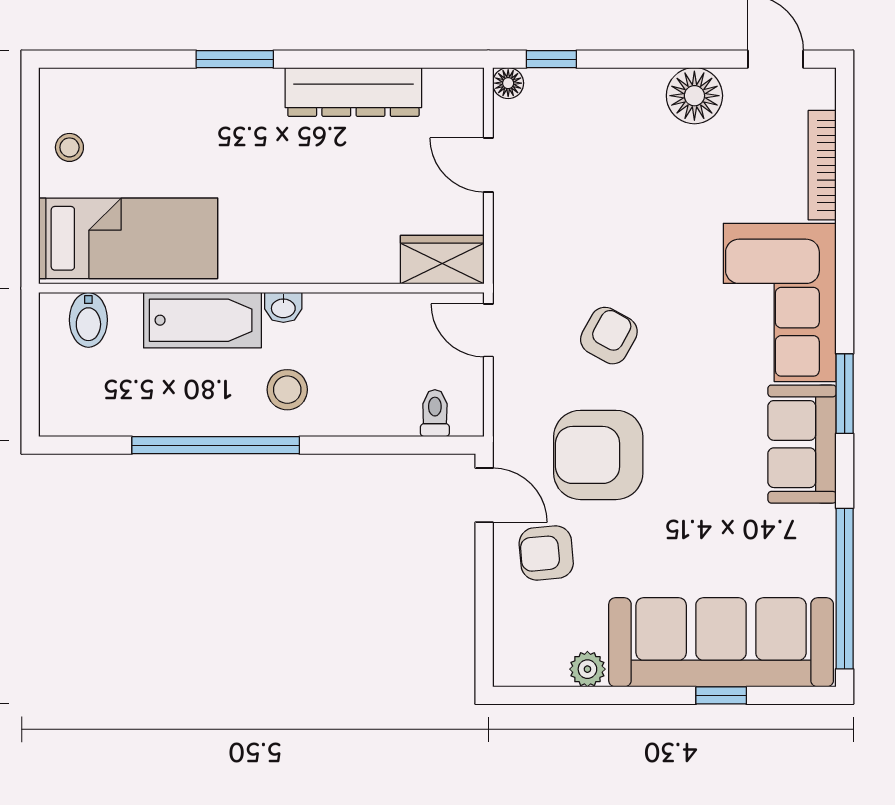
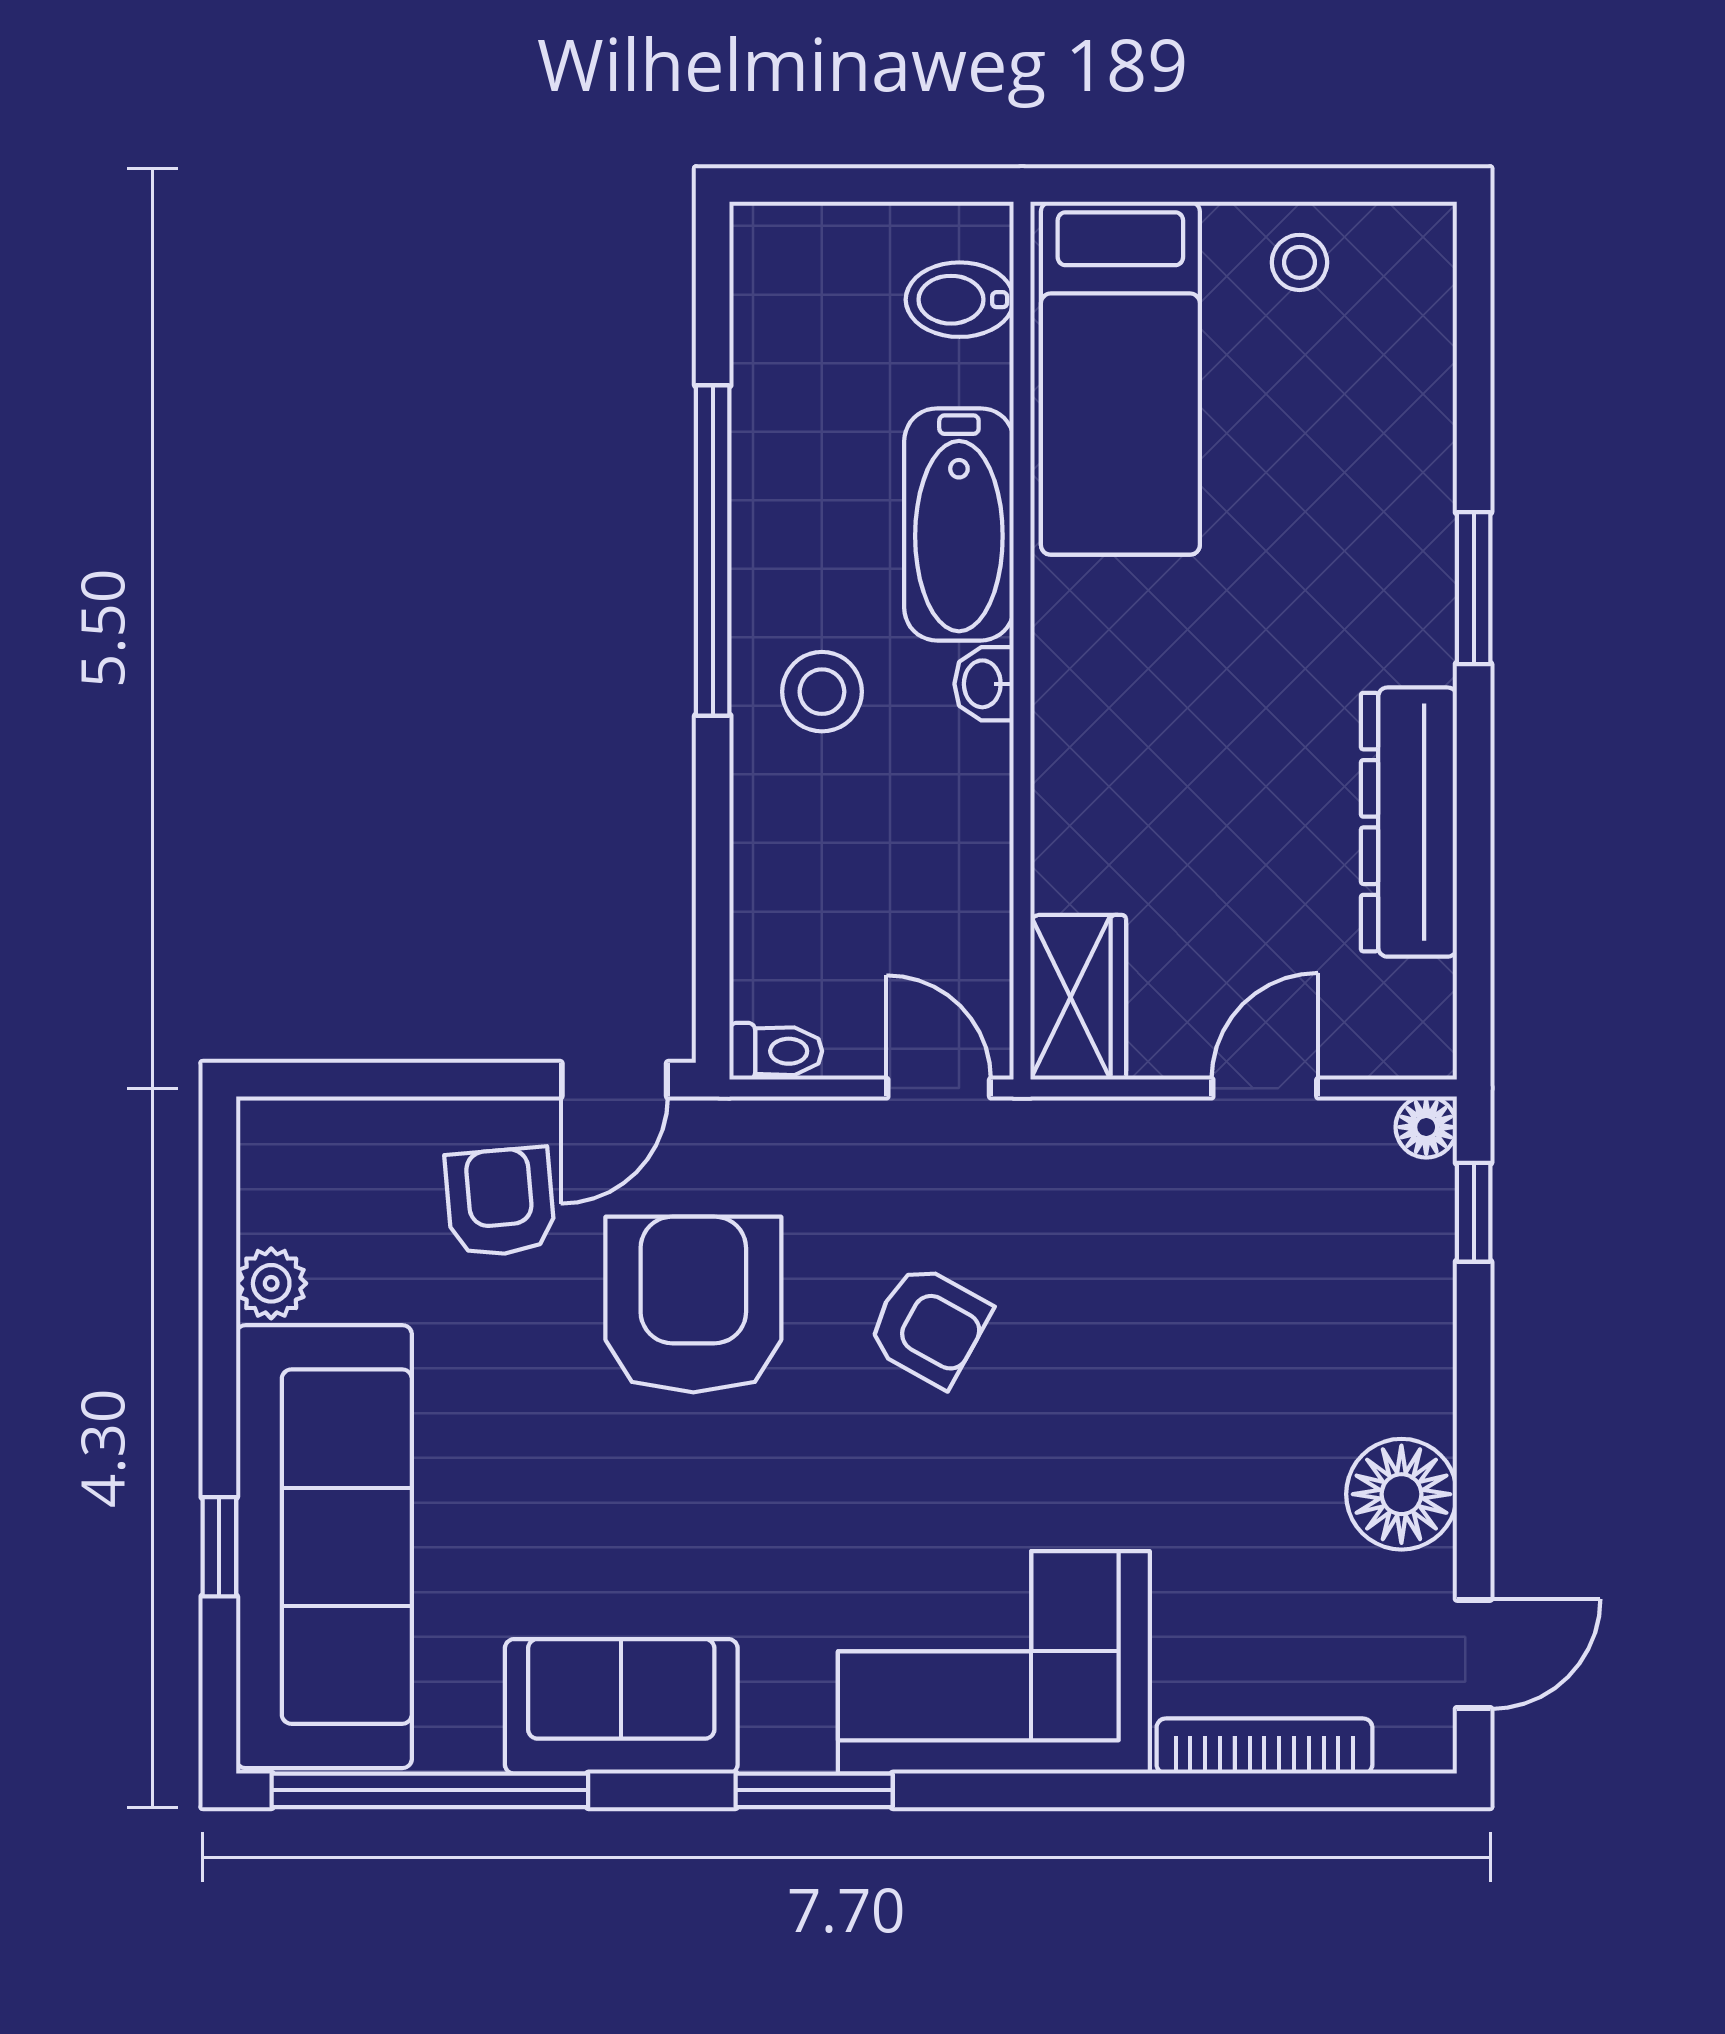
door: (488, 330) -> (939, 1088), hinge flipped
toilet: (435, 413) -> (776, 1051), moved
sofa: (802, 444) -> (621, 1706), moved

